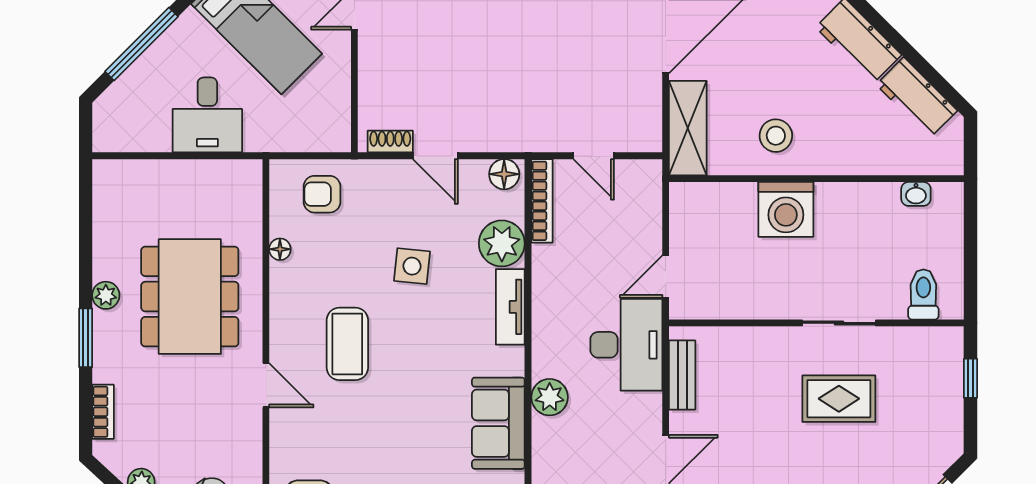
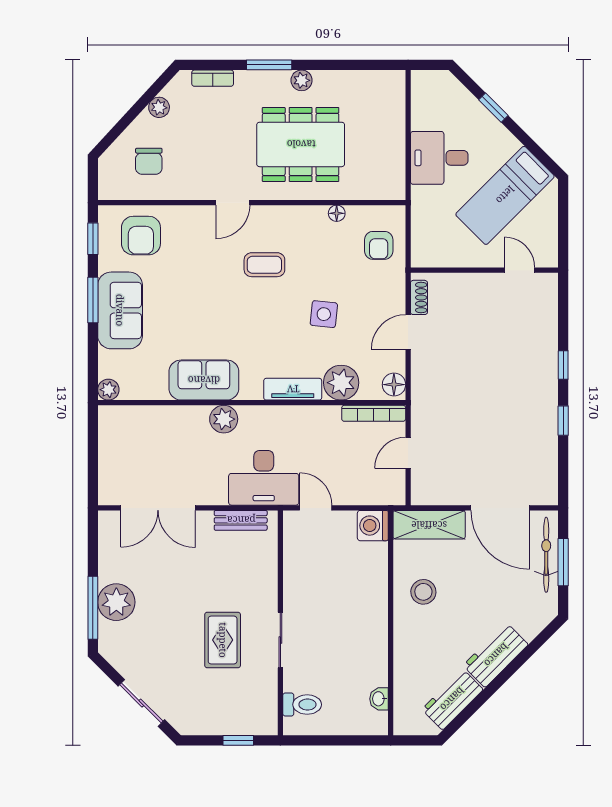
window: (142, 44) -> (493, 108), width x0.46
armchair: (322, 194) -> (379, 245), turned 180
washing machine: (786, 209) -> (373, 526), moved, width x0.73, depth x0.73
coffee table: (347, 344) -> (264, 265), width x0.73, depth x0.77

